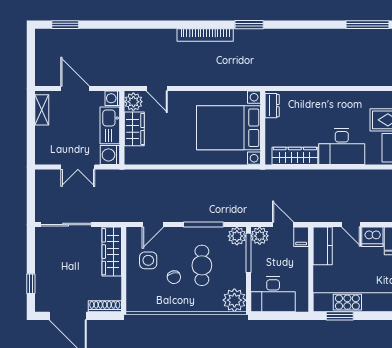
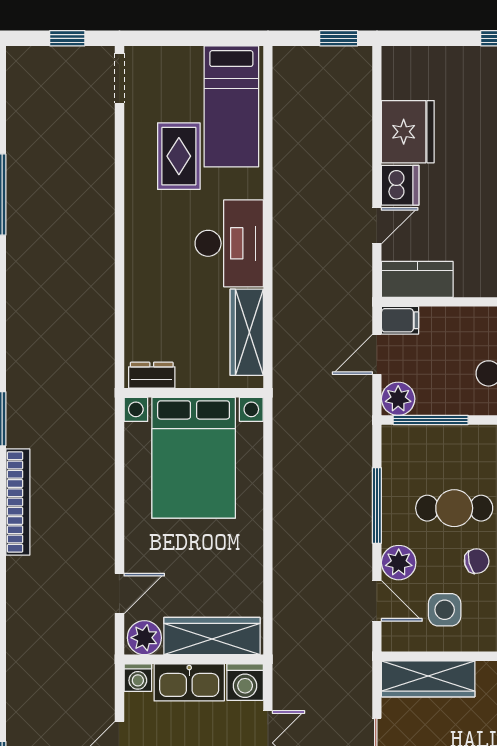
wardrobe: (134, 129) -> (212, 636), width x1.50
plant: (237, 236) -> (399, 563), moved

